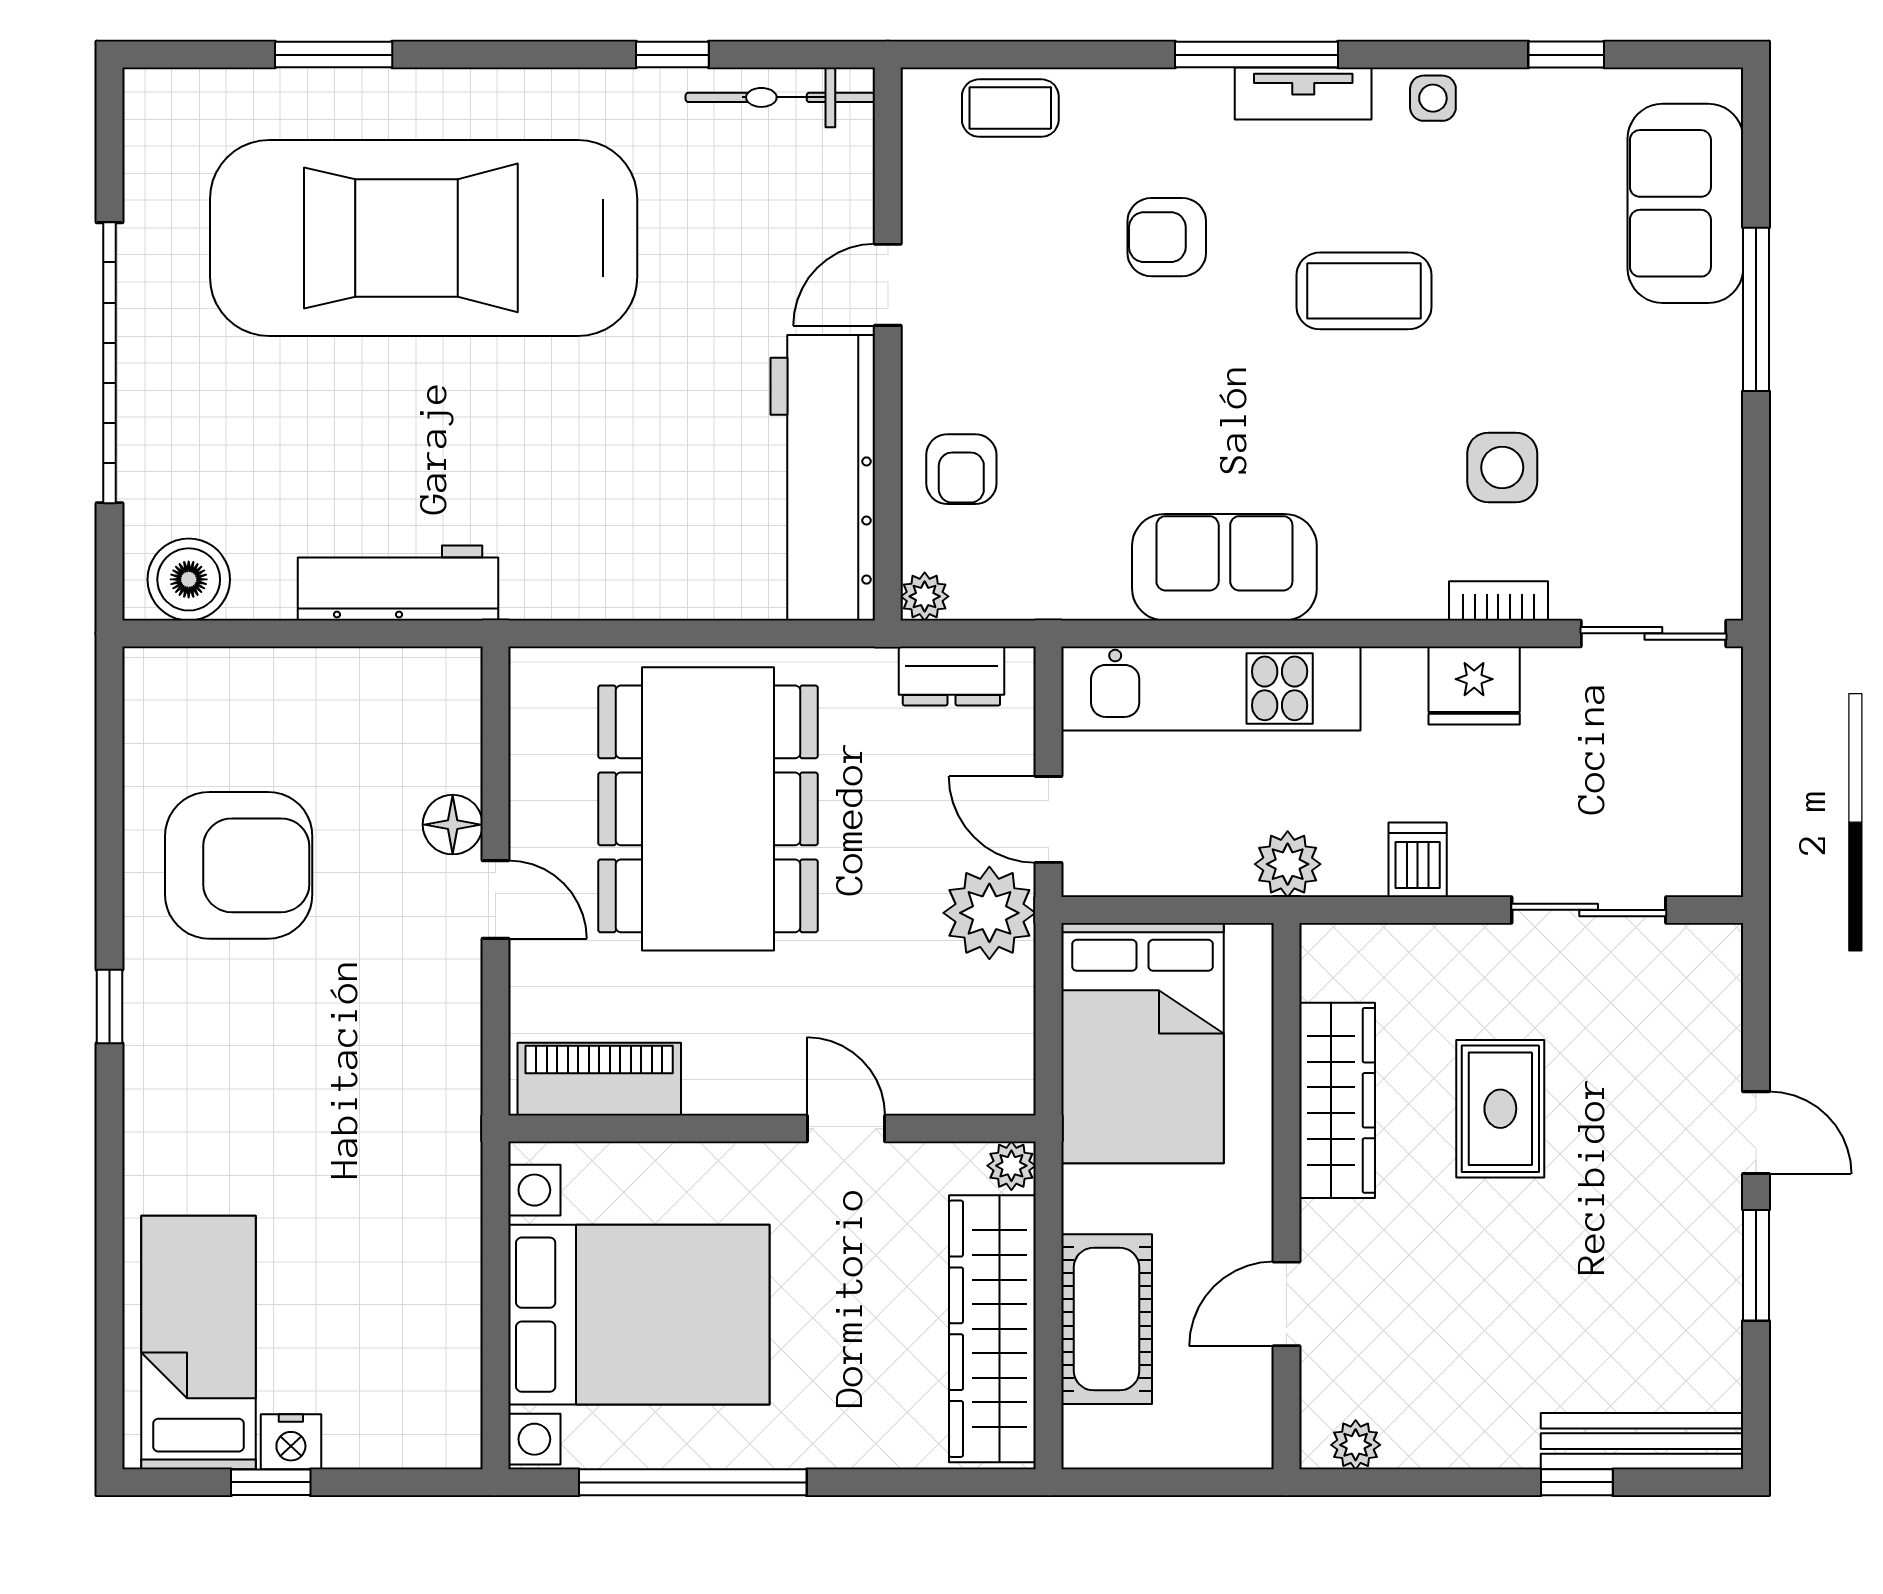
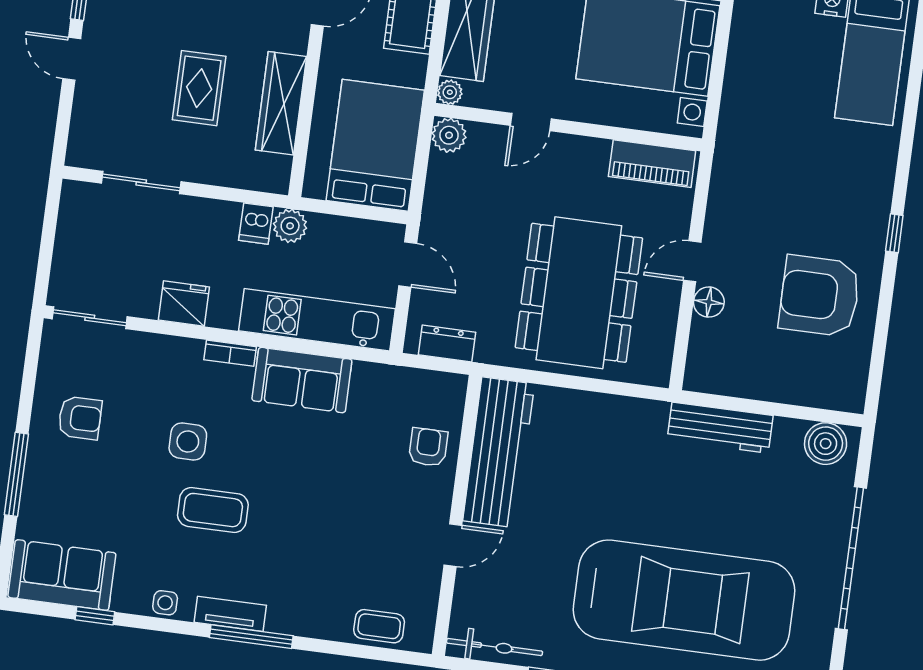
sofa: (1685, 203) -> (62, 575), moved, turned -90
armchair: (1167, 237) -> (80, 418), moved
side table: (1502, 467) -> (188, 442), moved
plant: (925, 596) -> (455, 385), removed
bookcase: (1498, 601) -> (230, 353), moved
dishwasher: (1418, 860) -> (256, 224), moved
door: (495, 899) -> (692, 261), hinge flipped
plant: (989, 913) -> (449, 135), moved, width x0.73, depth x0.73
door: (846, 1129) -> (531, 122), hinge flipped

